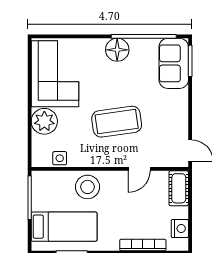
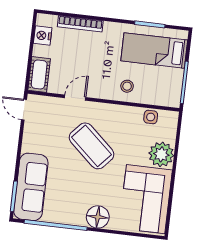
floor lamp: (117, 50) -> (98, 217), moved
sofa: (174, 63) -> (31, 187), width x1.36
coffee table: (117, 122) -> (92, 146), turned 50
stool: (87, 187) -> (127, 86), width x0.53, depth x0.53

